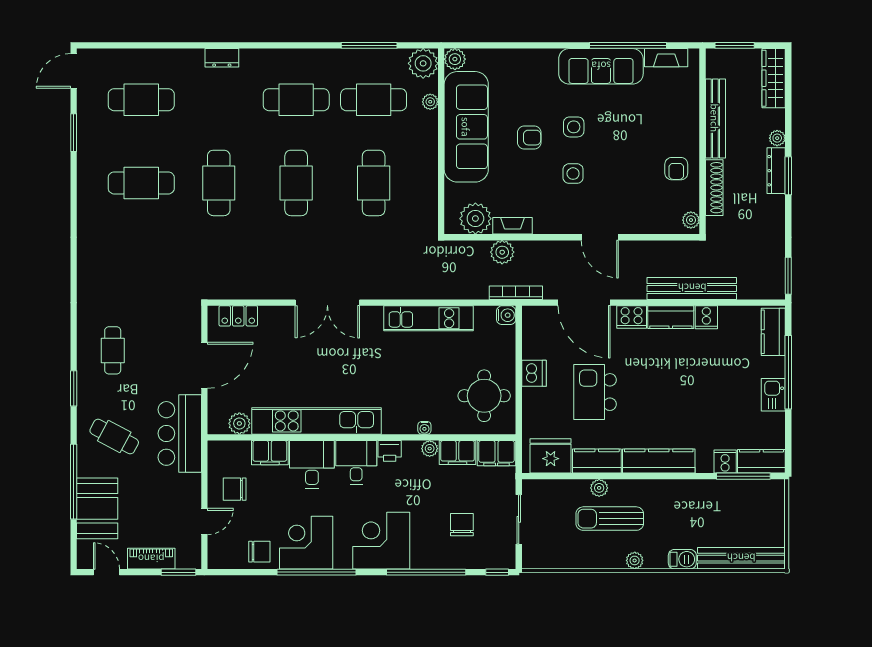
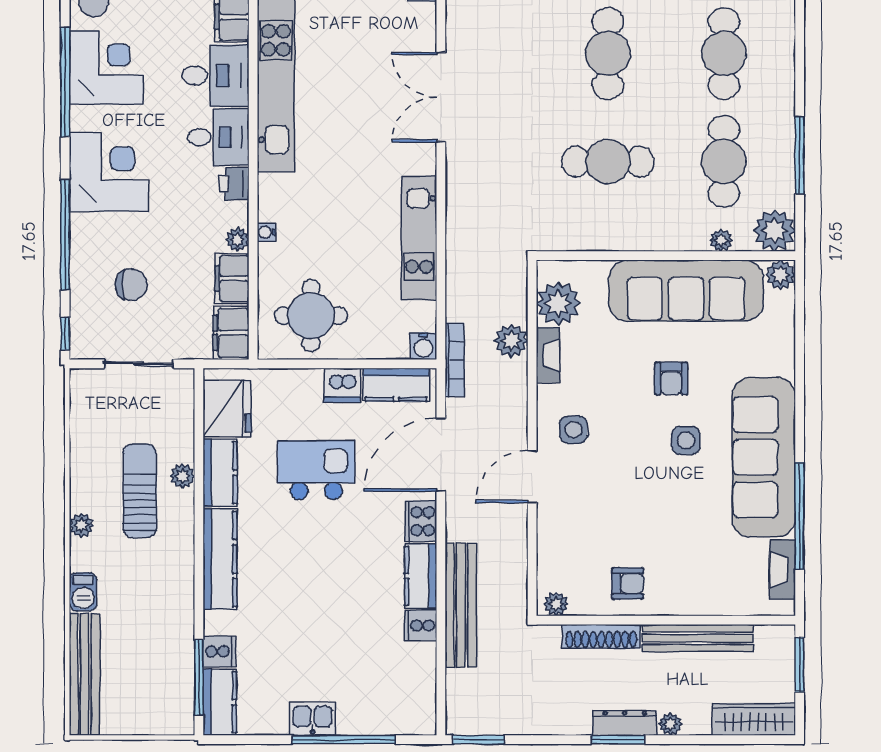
sofa: (601, 66) -> (764, 457), width x1.36, depth x1.27
armchair: (676, 169) -> (628, 583), turned 180
side table: (573, 174) -> (574, 430), moved
cafe table: (296, 183) -> (608, 53), turned 90
kitchen counter: (773, 332) -> (396, 385), moved, turned 180

